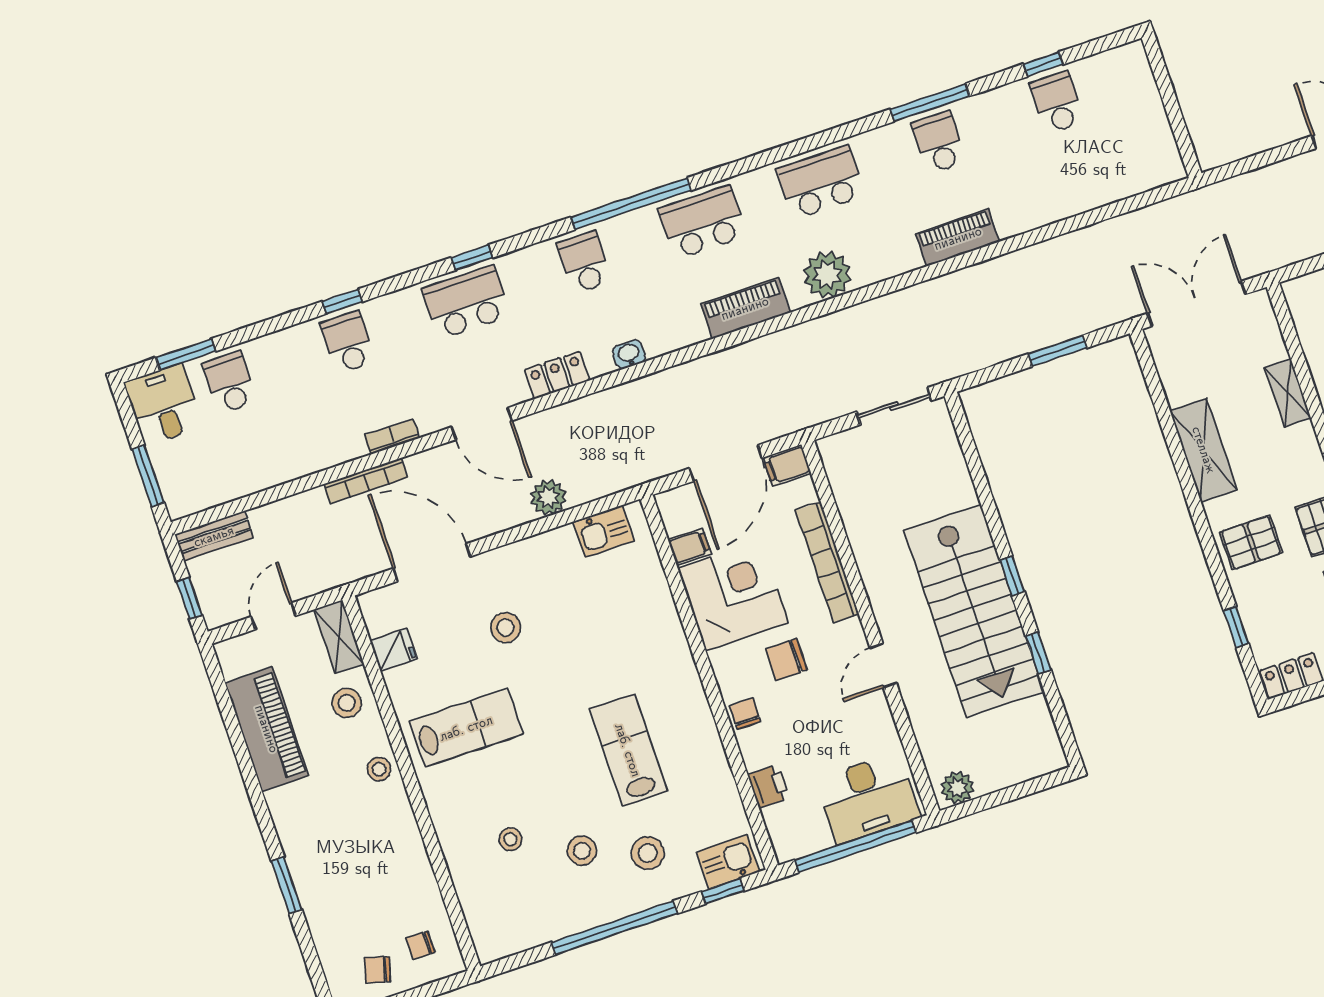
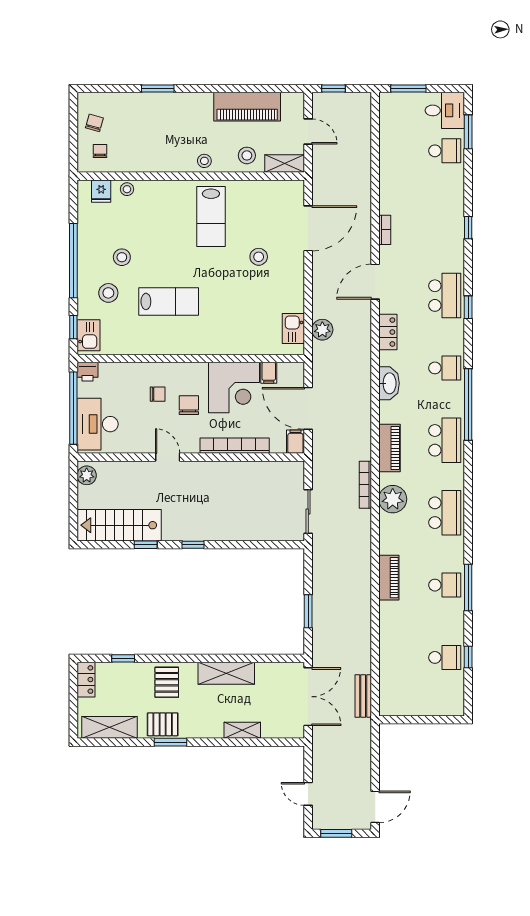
school desk: (348, 342) -> (445, 223), removed
washbasin: (629, 354) -> (389, 383), width x1.91, depth x1.45
bookcase: (366, 481) -> (365, 485), moved
plant: (548, 497) -> (322, 330), moved
bench: (214, 536) -> (363, 696), moved
stairs: (974, 611) -> (119, 525), moved, width x0.73, depth x0.66
fridge: (394, 650) -> (101, 191), moved
chair: (745, 714) -> (158, 394), moved
printer: (768, 786) -> (88, 372), moved
stool: (510, 839) -> (127, 189), moved

